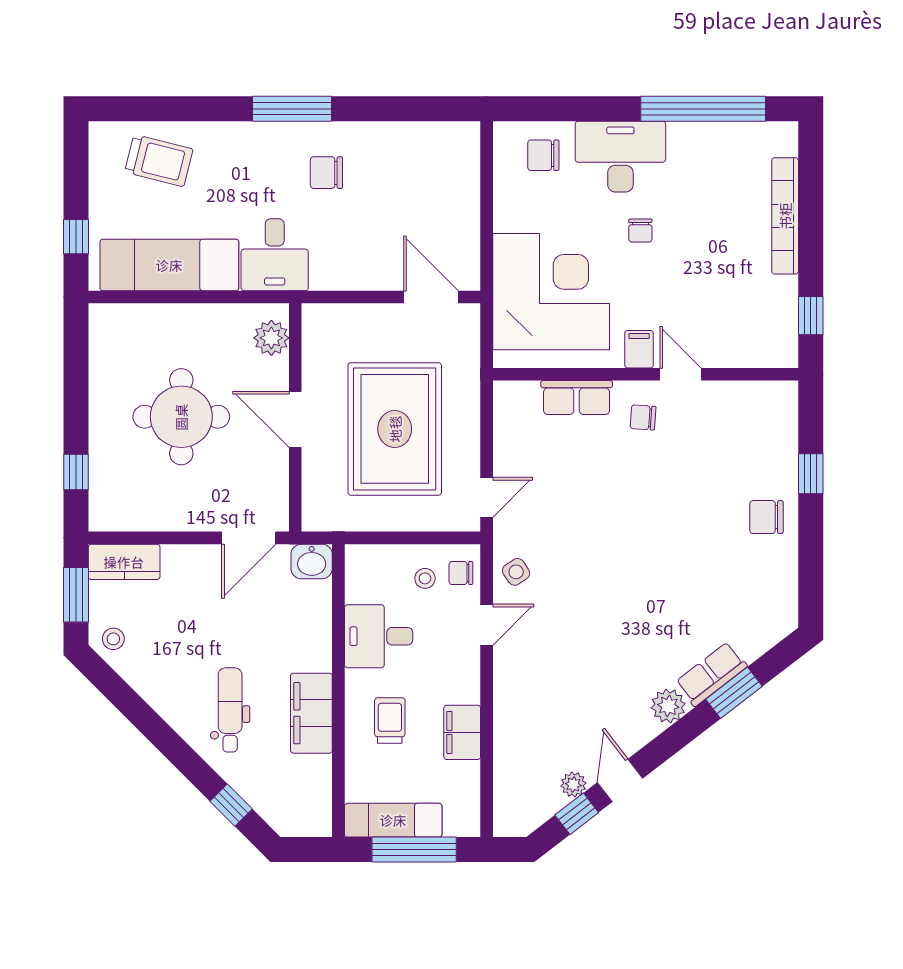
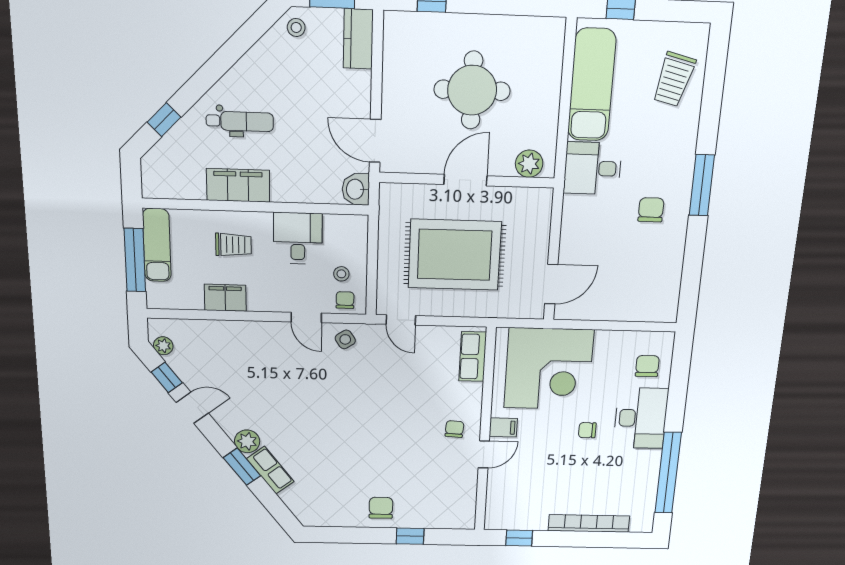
row of seats: (577, 397) -> (473, 357), moved
window: (734, 693) -> (242, 467), moved
plant: (573, 784) -> (163, 346), moved

